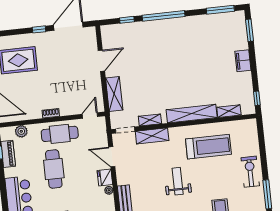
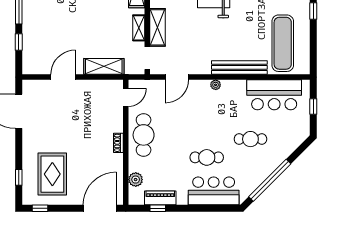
window: (39, 29) -> (19, 177), moved
door: (101, 61) -> (63, 77), hinge flipped
door: (90, 115) -> (126, 97), swing flipped
cafe table: (54, 169) -> (207, 157), moved, width x0.73, depth x0.74
fridge: (105, 177) -> (200, 88), removed

